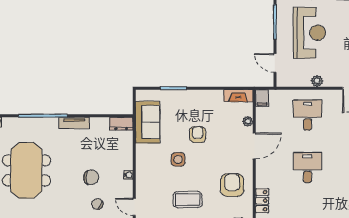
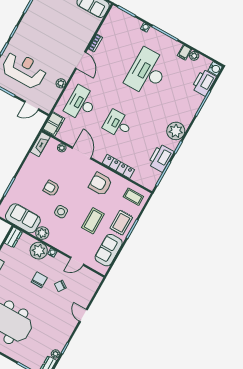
filing cabinet: (262, 98) -> (54, 124), width x2.00
desk: (308, 115) -> (81, 103), width x1.37
plant: (144, 152) -> (42, 233), added
plant: (122, 159) -> (39, 251), added
locker: (262, 201) -> (118, 166), width x1.53

